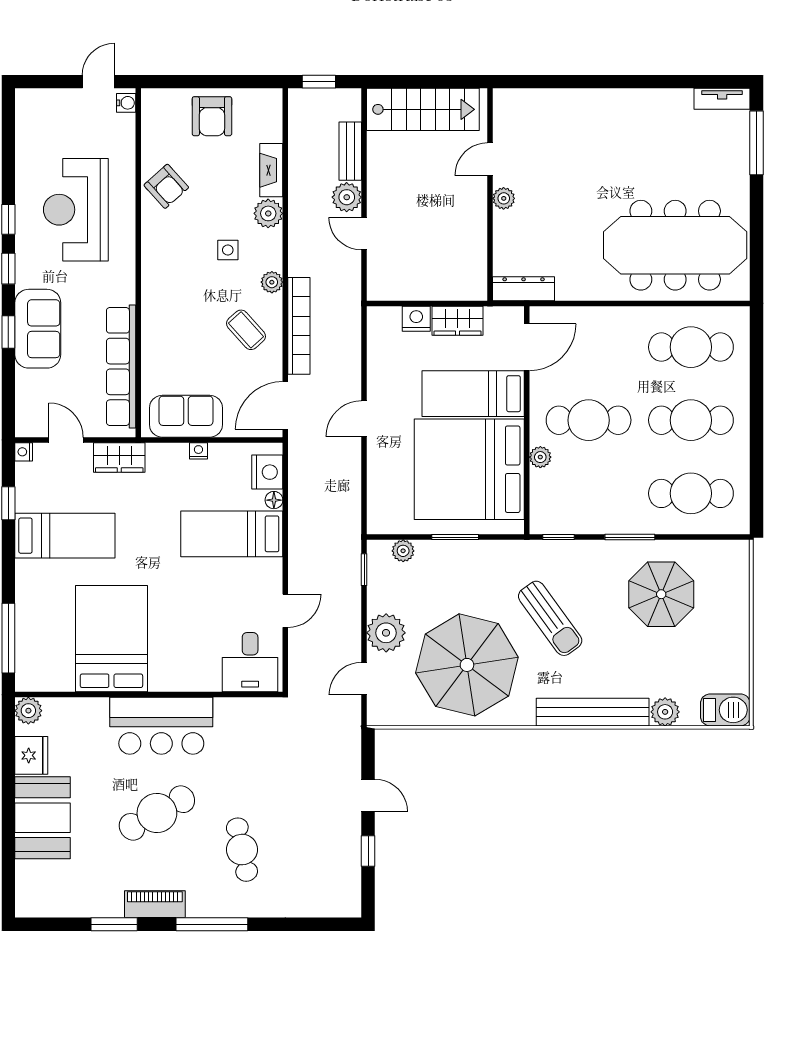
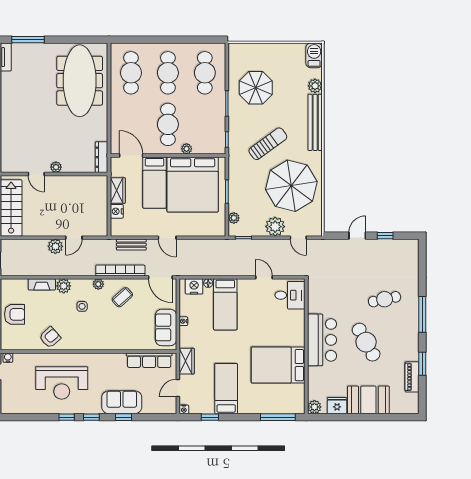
bench: (350, 151) -> (131, 245), moved
row of seats: (121, 366) -> (149, 360), width x0.73
piano: (155, 904) -> (412, 377), moved

